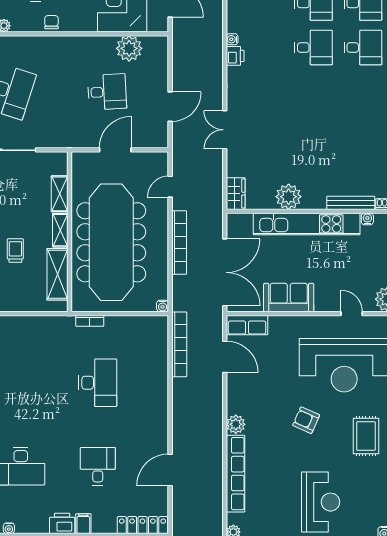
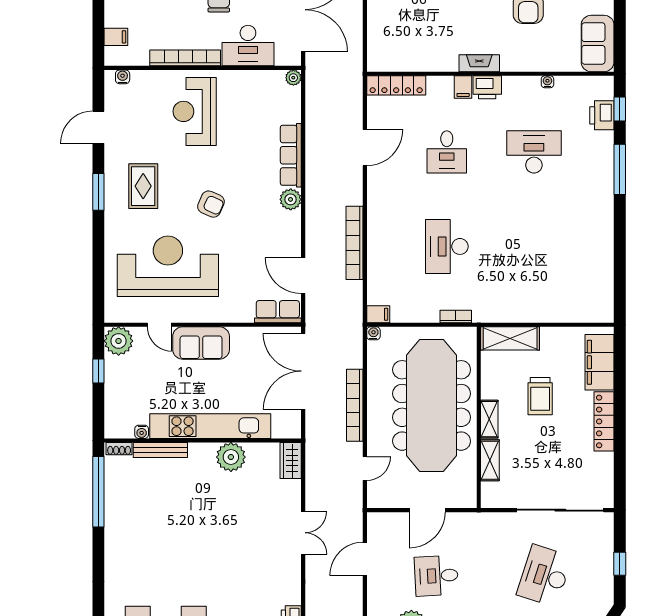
trolley: (15, 251) -> (540, 396), width x1.36, depth x1.39
shelving: (57, 274) -> (510, 338), moved, turned 90
sofa: (289, 297) -> (201, 343), moved
filing cabinet: (158, 323) -> (378, 314), added
bookcase: (179, 344) -> (355, 243), moved
row of seats: (236, 474) -> (291, 155), width x0.73

